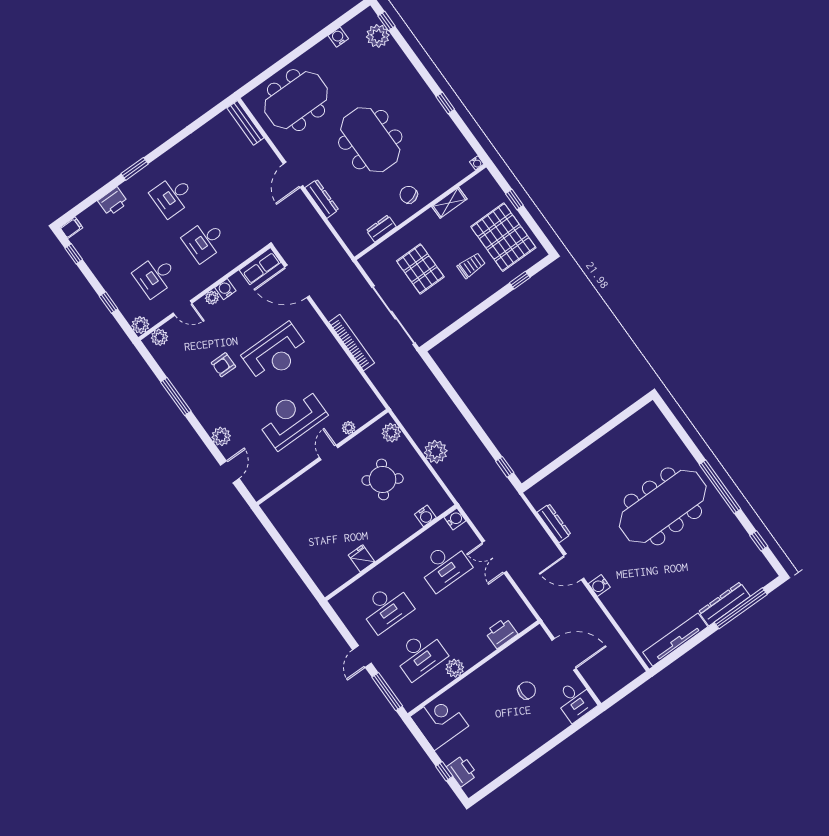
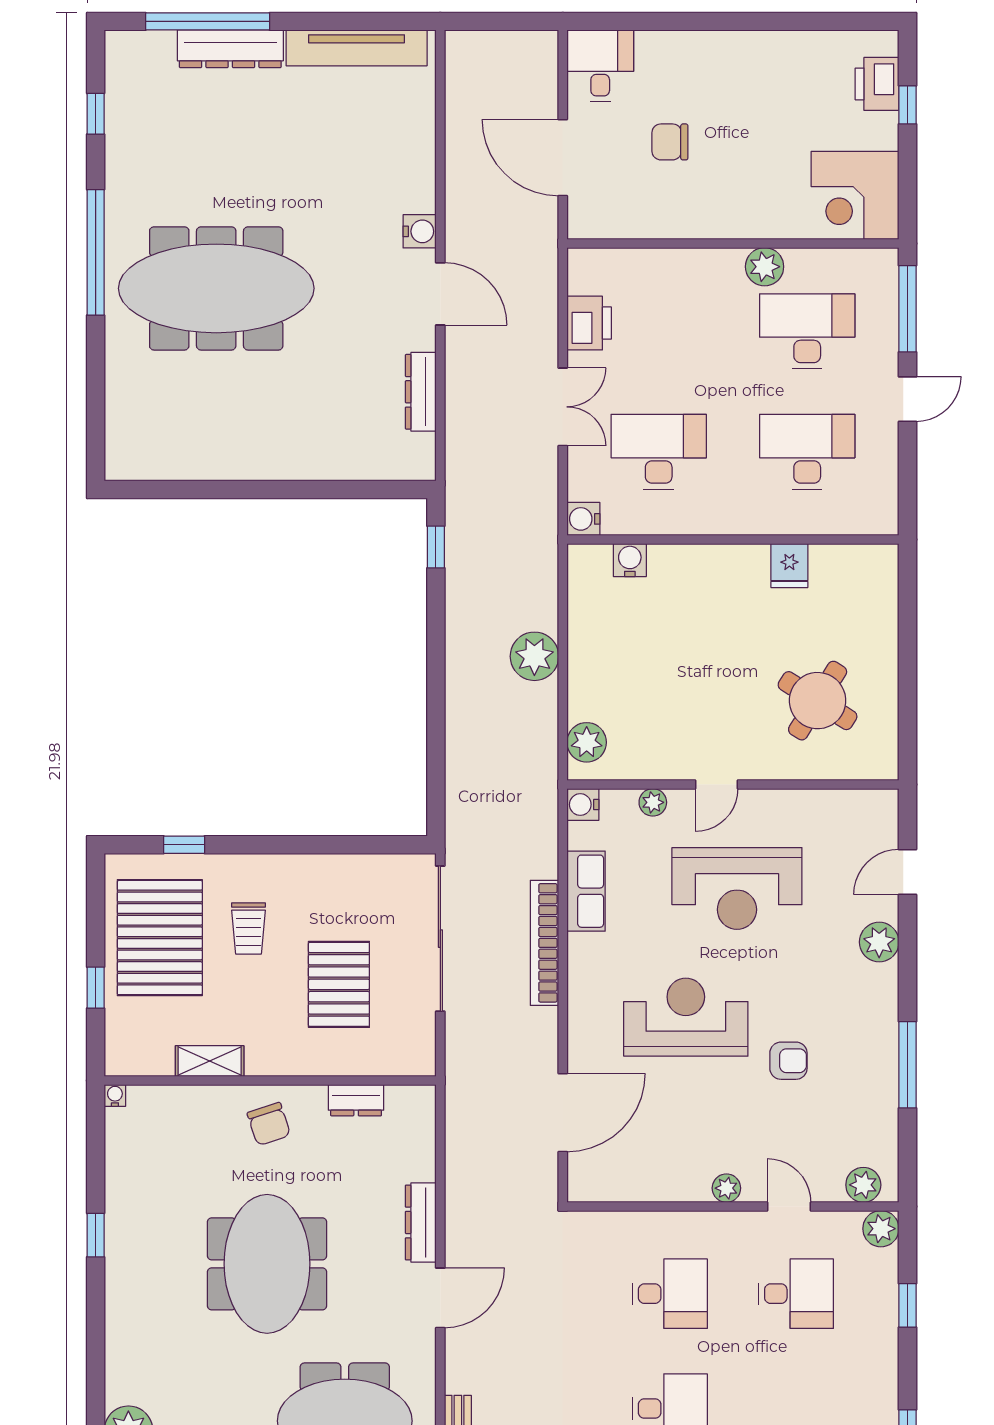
trolley: (471, 265) -> (249, 929), turned -90
row of seats: (260, 266) -> (586, 891), moved, turned 90
door: (297, 281) -> (563, 1113), hinge flipped
water cooler: (225, 289) -> (583, 805), moved, turned 90
round table: (383, 479) -> (818, 701), moved
printer: (501, 633) -> (589, 323), moved, turned -90

